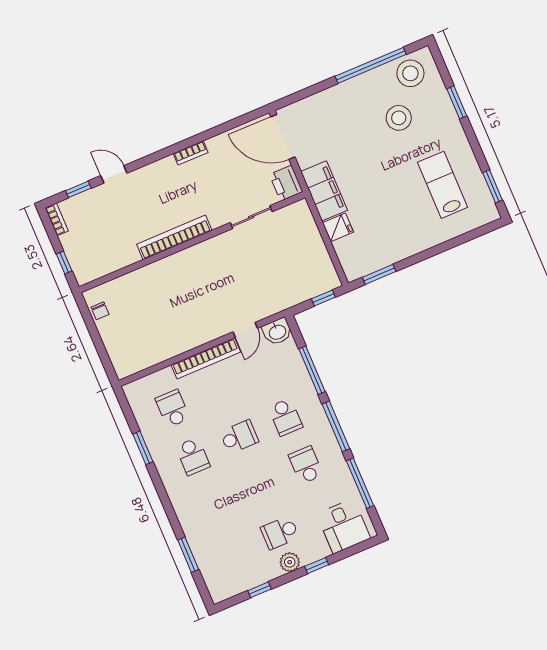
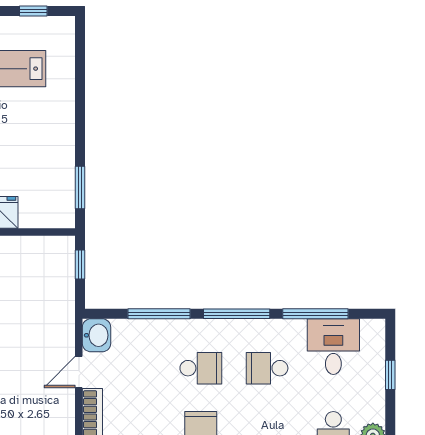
window: (492, 186) -> (33, 11), width x0.67
door: (245, 330) -> (79, 372), swing flipped
desk: (343, 526) -> (333, 347), moved, turned -90
window: (317, 566) -> (390, 375), moved

